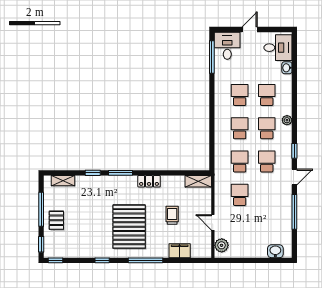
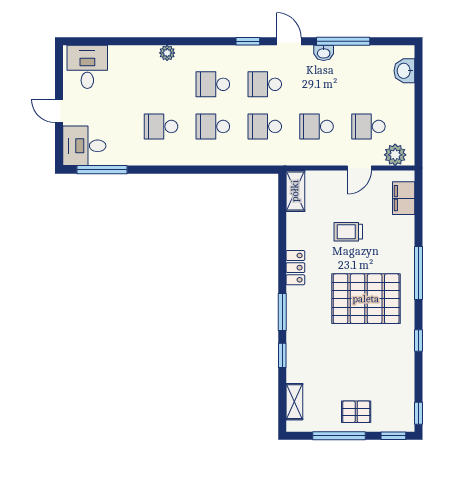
washbasin: (287, 68) -> (324, 53), moved
school desk: (267, 95) -> (368, 126), moved
plant: (287, 120) -> (167, 53), moved
filing cabinet: (180, 251) -> (404, 198), moved

